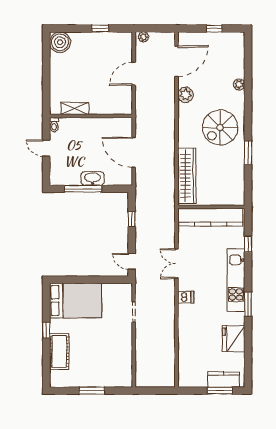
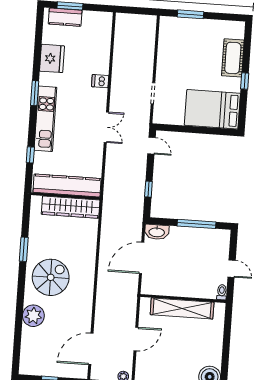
plant: (239, 84) -> (33, 316), width x1.88, depth x1.88
plant: (186, 95) -> (84, 314), removed
shelving: (75, 108) -> (182, 308), width x2.20, depth x1.33
door: (134, 152) -> (142, 258), swing flipped
wardrobe: (187, 176) -> (71, 207), moved, turned -90
washbasin: (93, 178) -> (157, 232), moved
double door: (177, 264) -> (106, 127), moved
dishwasher: (186, 297) -> (100, 81), moved
window: (92, 391) -> (190, 14), moved

